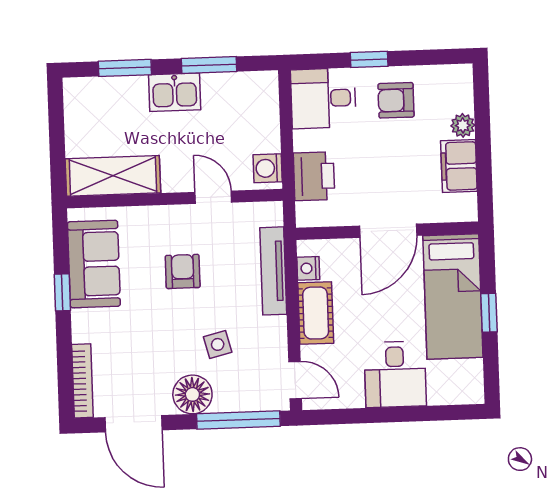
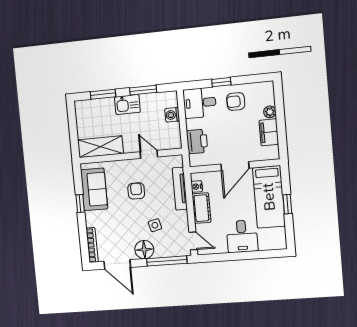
washing machine: (268, 168) -> (172, 115), moved

